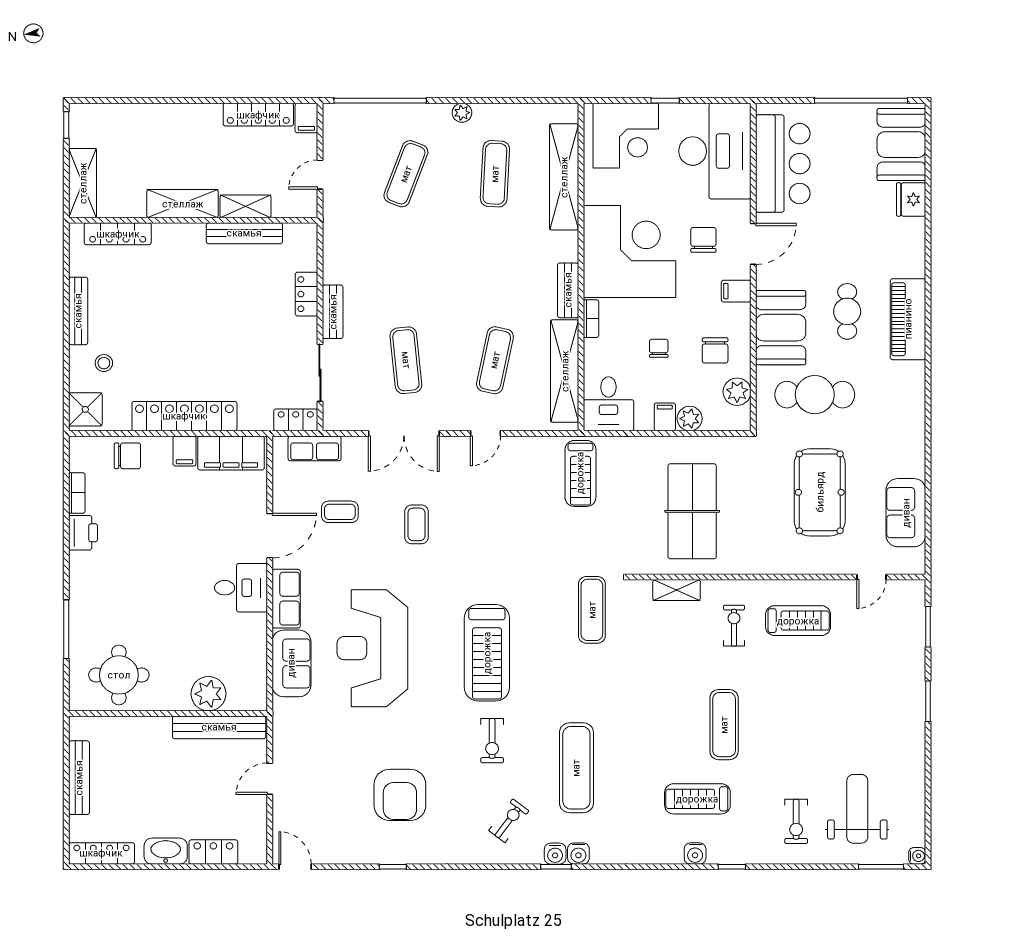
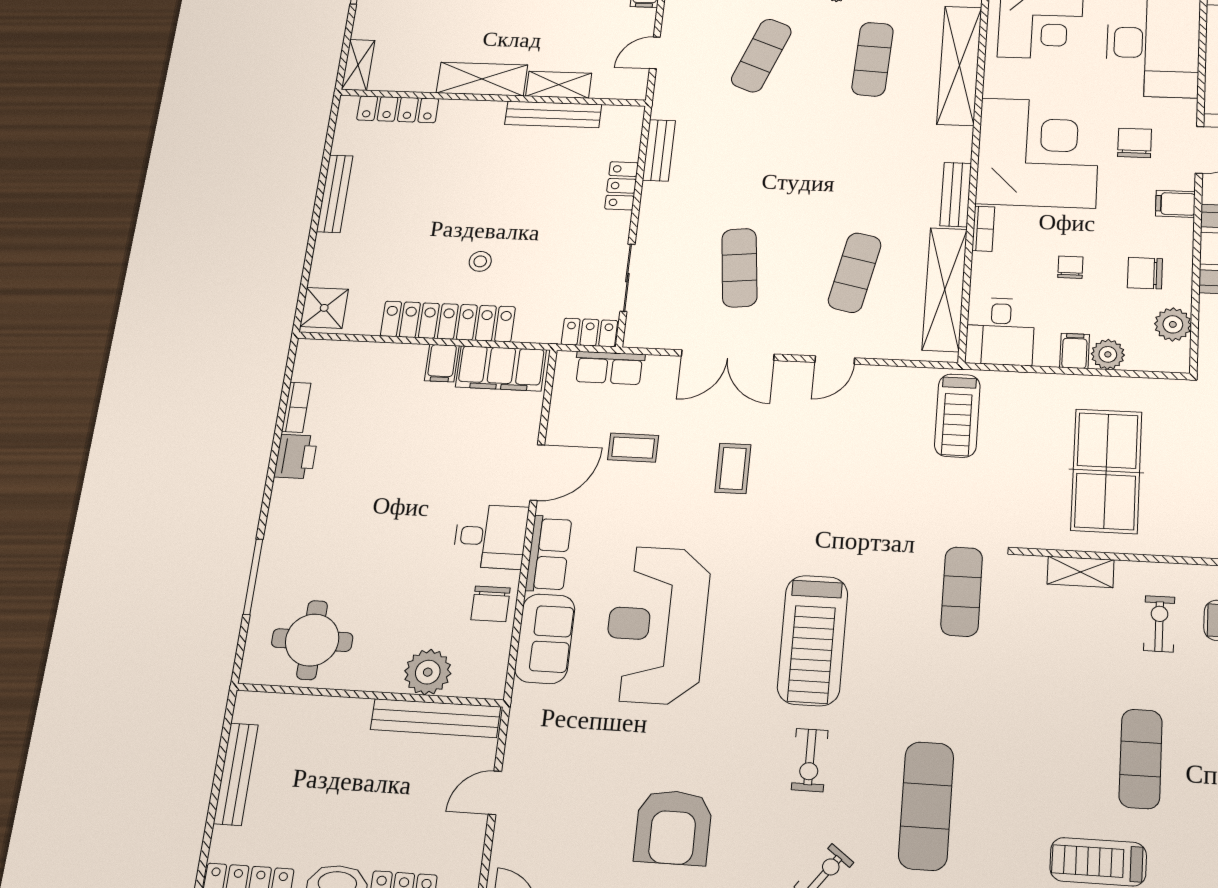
shelving: (83, 183) -> (358, 65), width x0.67, depth x0.75
bench: (333, 312) -> (659, 150), moved
chair: (715, 350) -> (1145, 273), turned 90
stool: (104, 363) -> (480, 261), moved
chair: (127, 456) -> (491, 604), moved, turned 90

